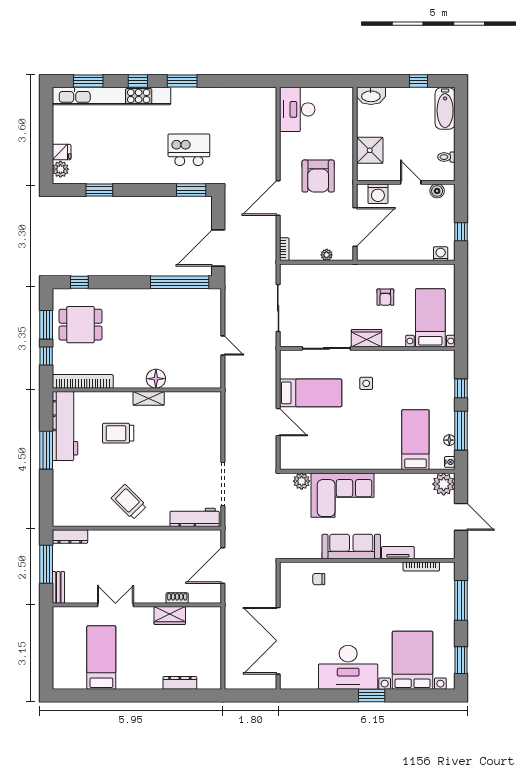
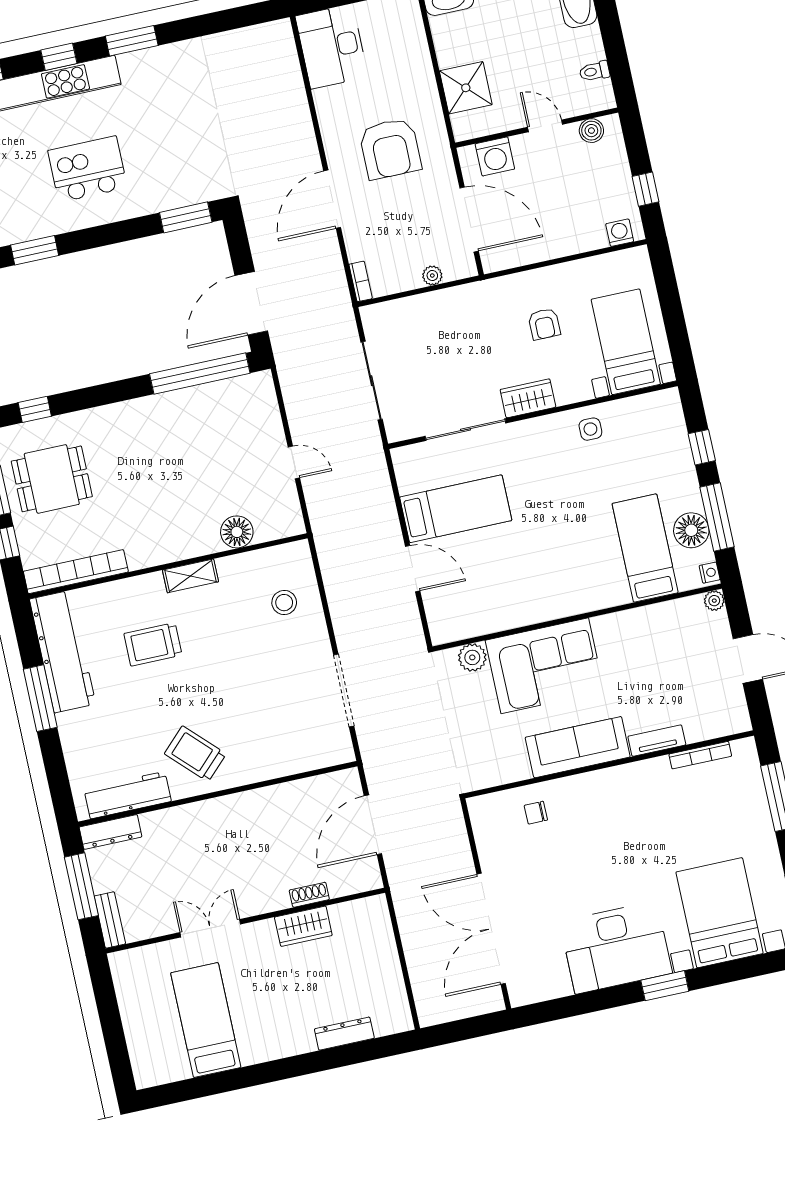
kitchen island: (189, 150) -> (88, 169), moved
door: (355, 227) -> (469, 219), hinge flipped
floor lamp: (156, 379) -> (237, 532), moved
side table: (366, 383) -> (590, 429), moved
stool: (199, 426) -> (284, 603), added
floor lamp: (449, 440) -> (691, 530), width x1.89, depth x1.89
plant: (444, 484) -> (714, 601), width x0.53, depth x0.53
workbench: (195, 517) -> (128, 795), moved

